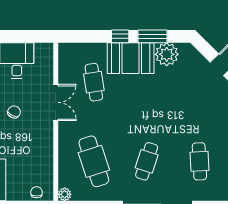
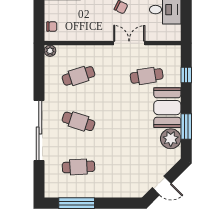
window: (120, 36) -> (186, 75), moved
double door: (56, 102) -> (129, 43), swing flipped
cafe table: (94, 161) -> (78, 76), width x0.73, depth x0.74

